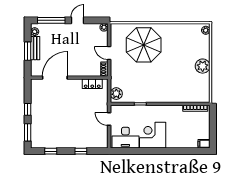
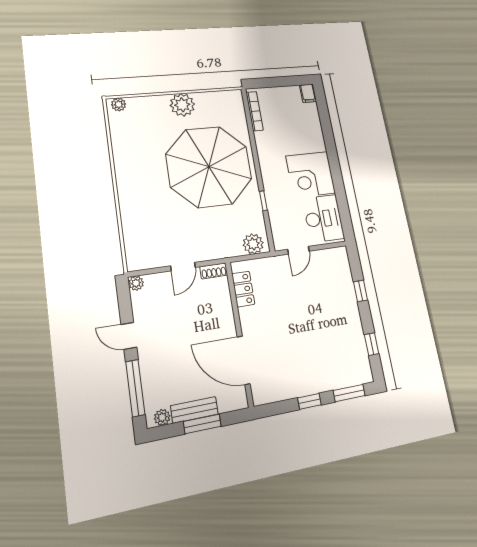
parasol: (144, 45) -> (209, 167), moved, width x1.36, depth x1.36

